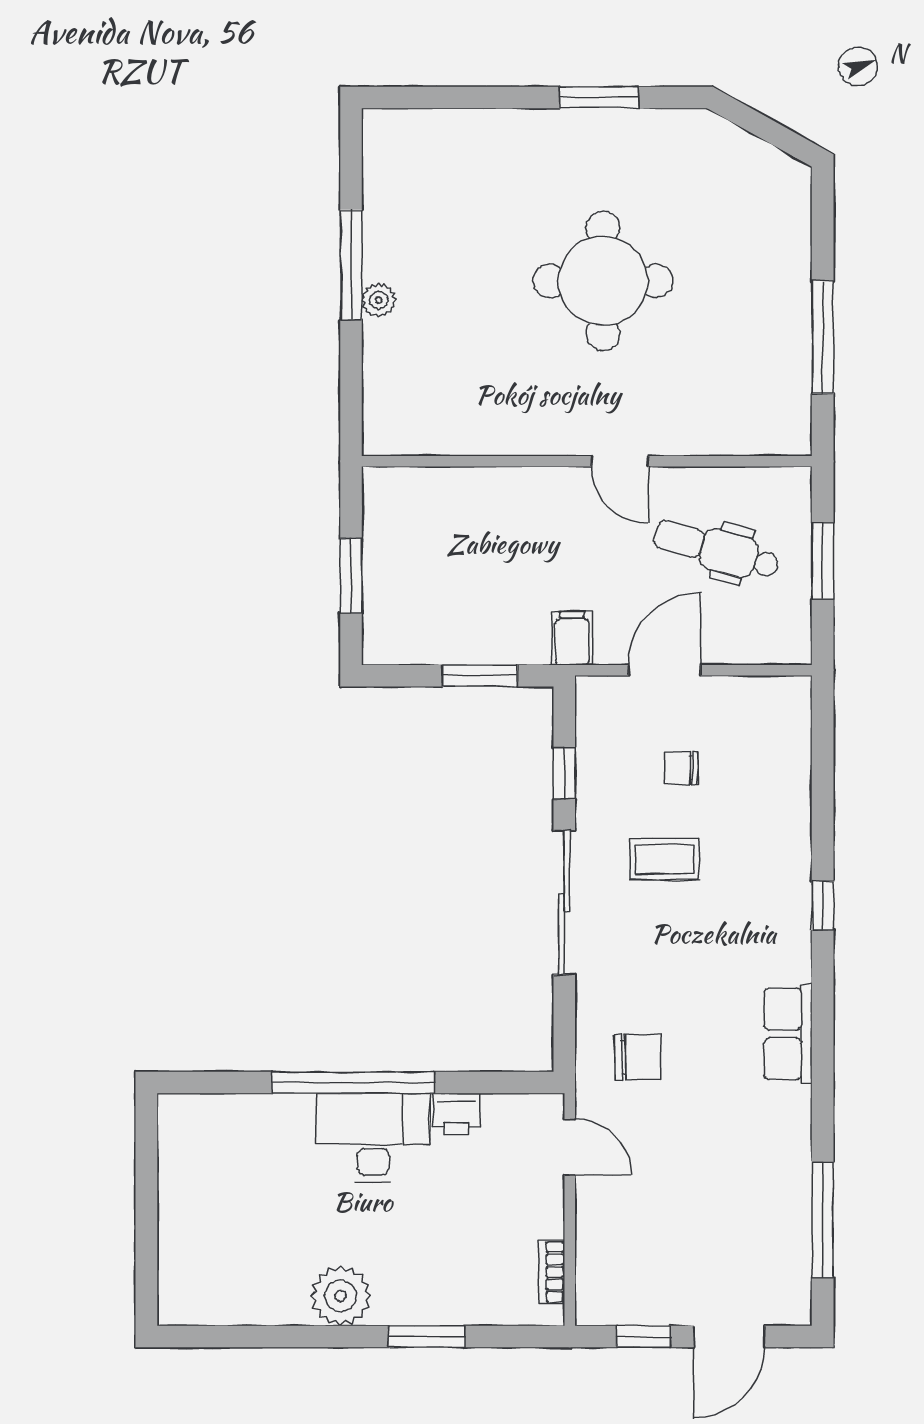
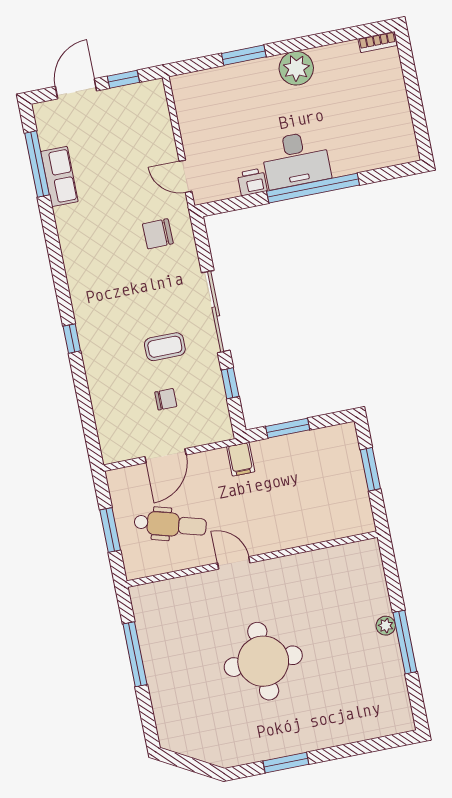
door: (664, 670) -> (165, 456), moved
row of seats: (788, 1034) -> (59, 177), moved
bookcase: (552, 1272) -> (377, 42), moved, turned 90

